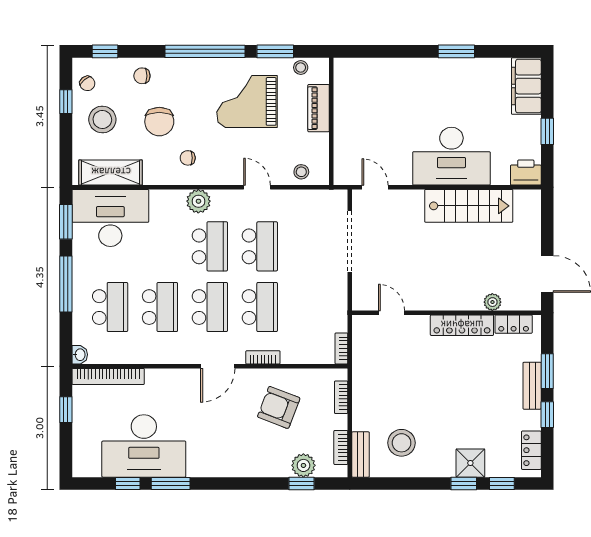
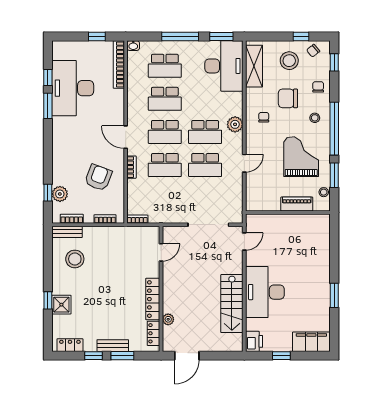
stool: (301, 172) -> (315, 118), moved
window: (502, 483) -> (48, 326), removed

